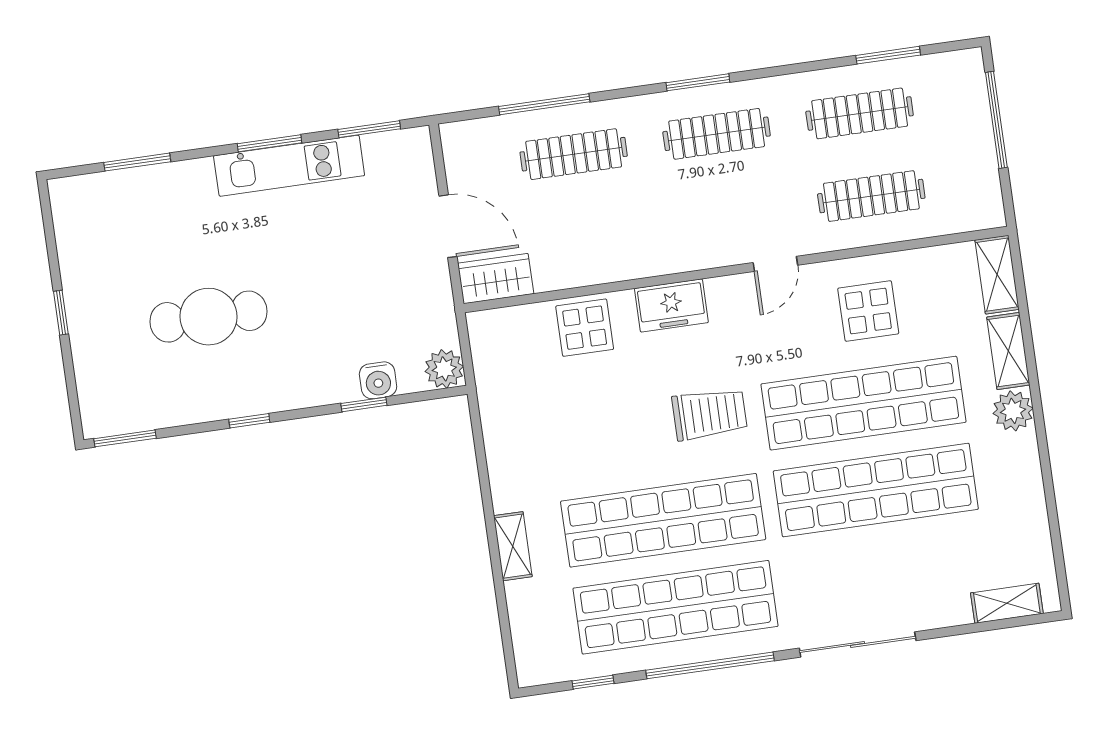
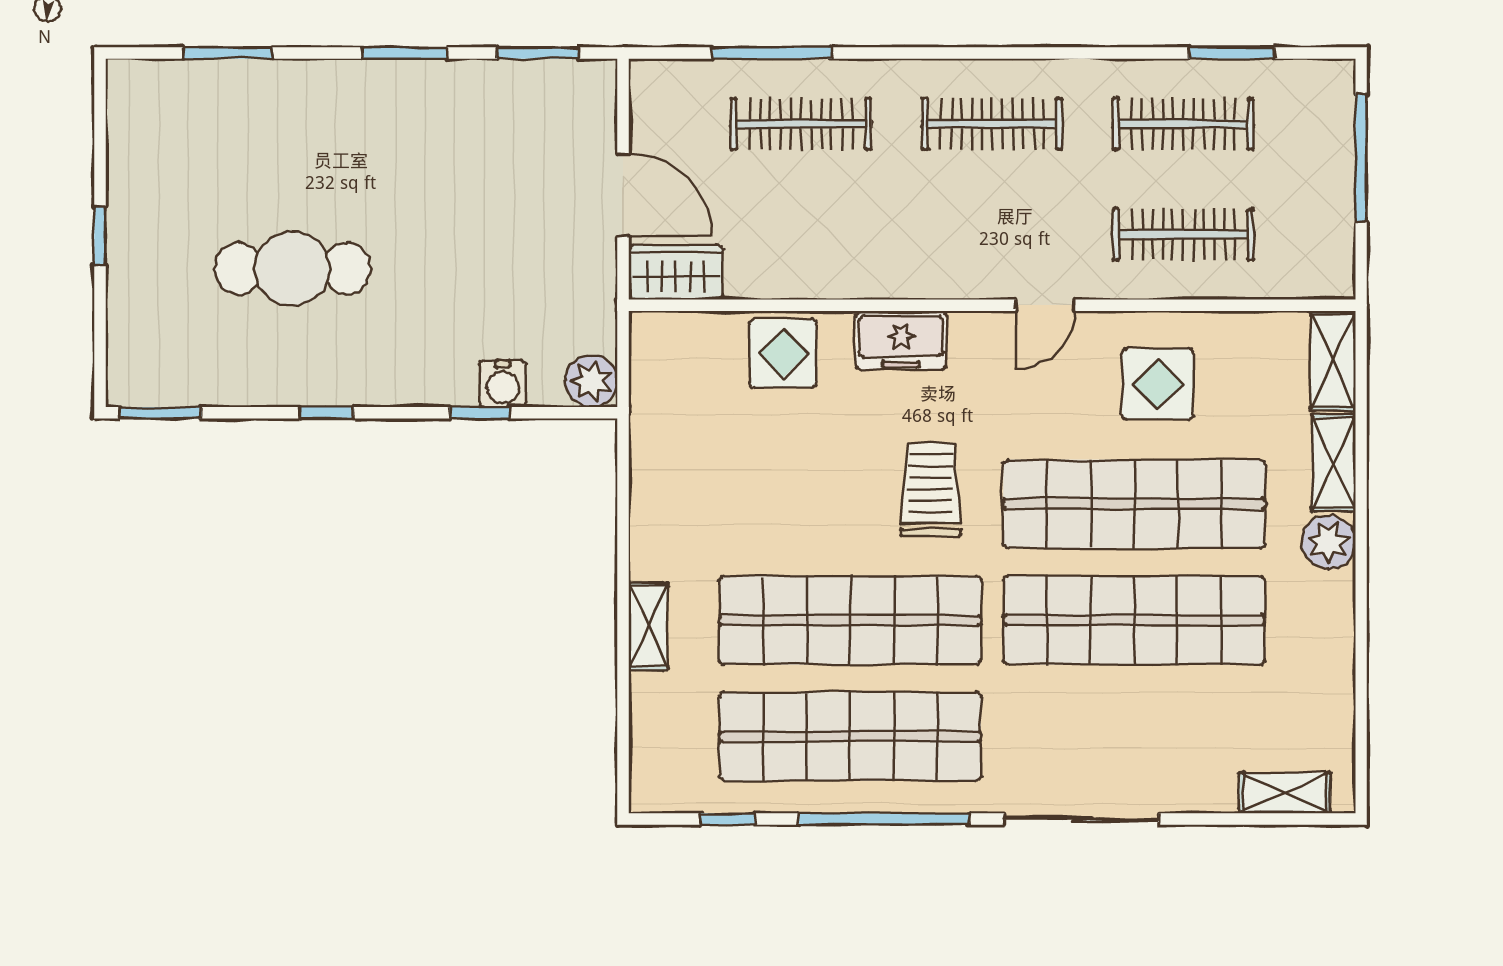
window: (698, 82) -> (977, 53), removed
kitchen unit: (289, 166) -> (426, 86), removed
trolley: (709, 414) -> (931, 490), turned -90

